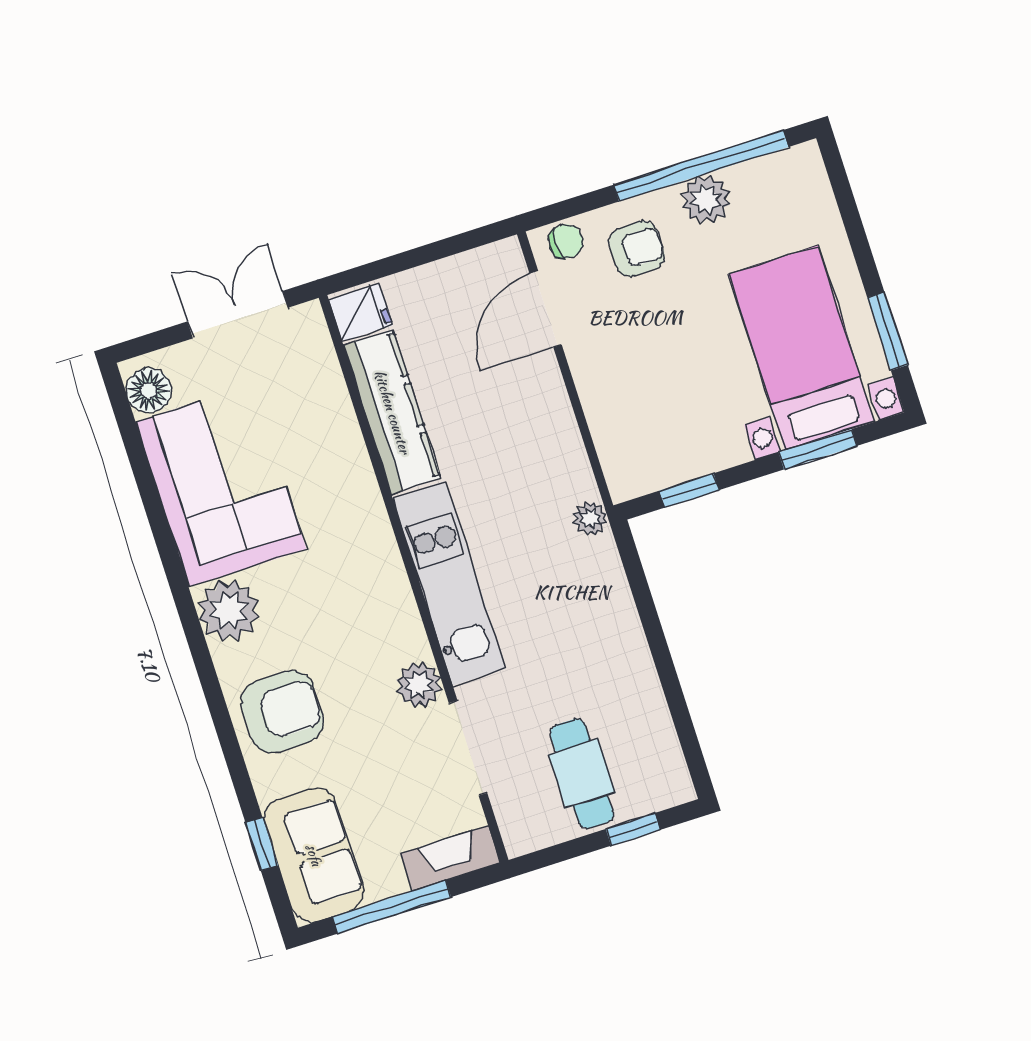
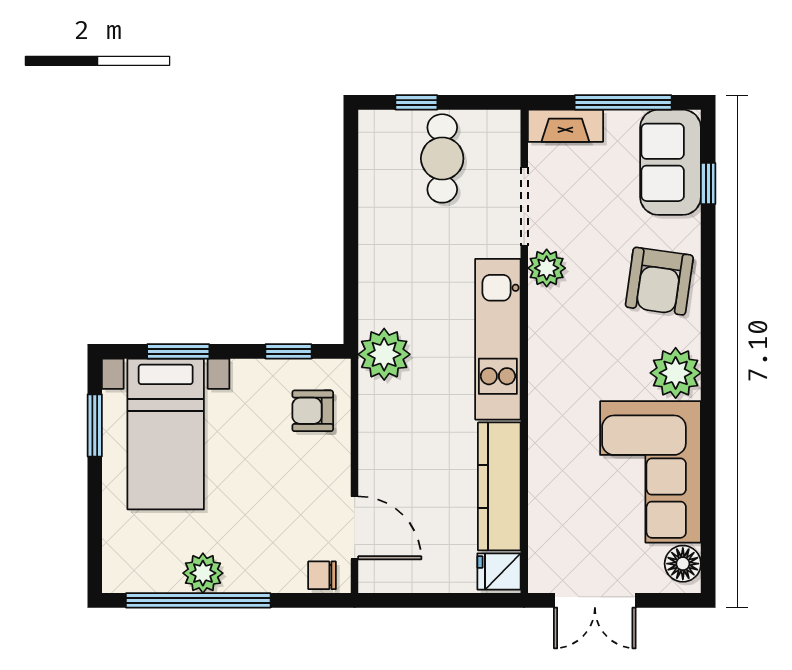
armchair: (637, 249) -> (313, 411), moved
door: (546, 309) -> (355, 528), hinge flipped
plant: (590, 518) -> (384, 354), width x1.87, depth x1.87
armchair: (282, 712) -> (659, 281), turned -82

